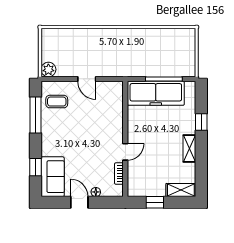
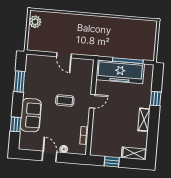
plant: (48, 69) -> (35, 22), moved
coffee table: (57, 102) -> (65, 100), moved
window: (35, 115) -> (19, 81), width x0.69
door: (125, 152) -> (92, 101), moved
sofa: (53, 177) -> (31, 115), moved

